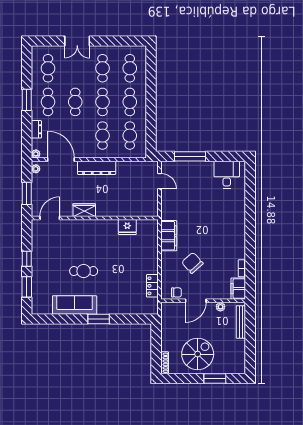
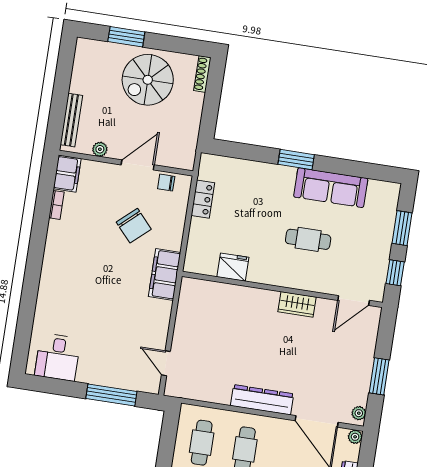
wardrobe: (84, 210) -> (297, 304), moved
door: (50, 218) -> (354, 300), moved
wall: (95, 218) -> (282, 289), moved
fridge: (127, 227) -> (233, 267), moved

